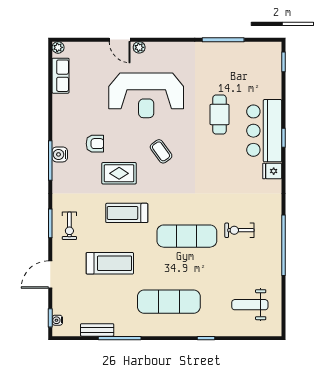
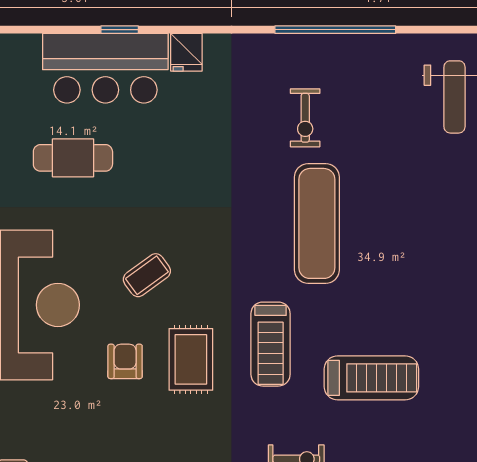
armchair: (95, 144) -> (125, 361), moved
treadmill: (110, 263) -> (371, 378), turned 90
exercise mat: (169, 302) -> (448, 259), removed

